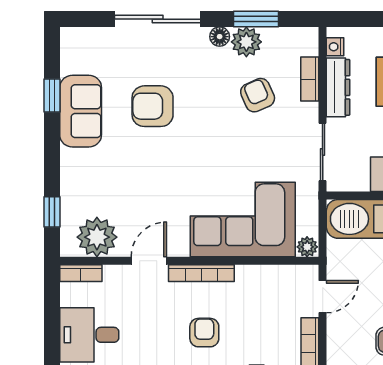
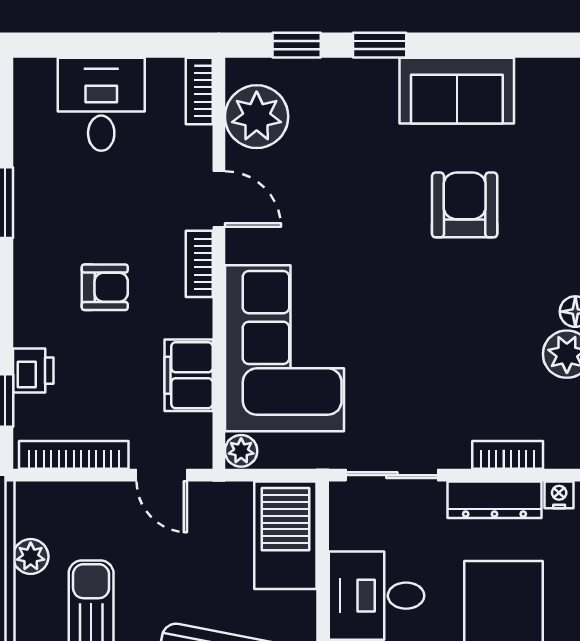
window: (52, 95) -> (380, 45), moved
armchair: (258, 95) -> (482, 372), removed
bookcase: (201, 273) -> (199, 264), width x0.64
filing cabinet: (260, 280) -> (189, 375), added

